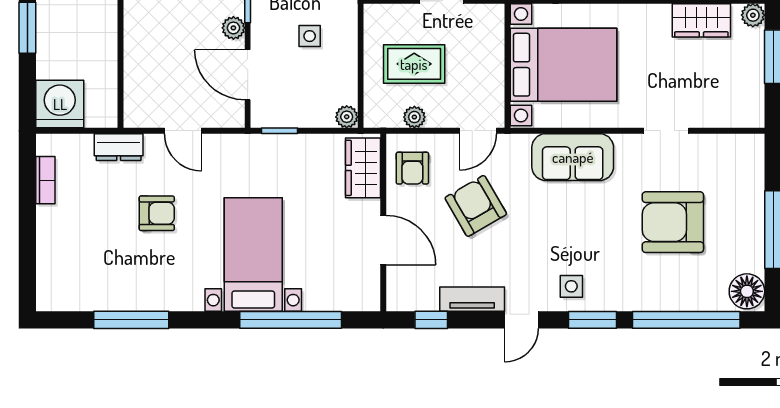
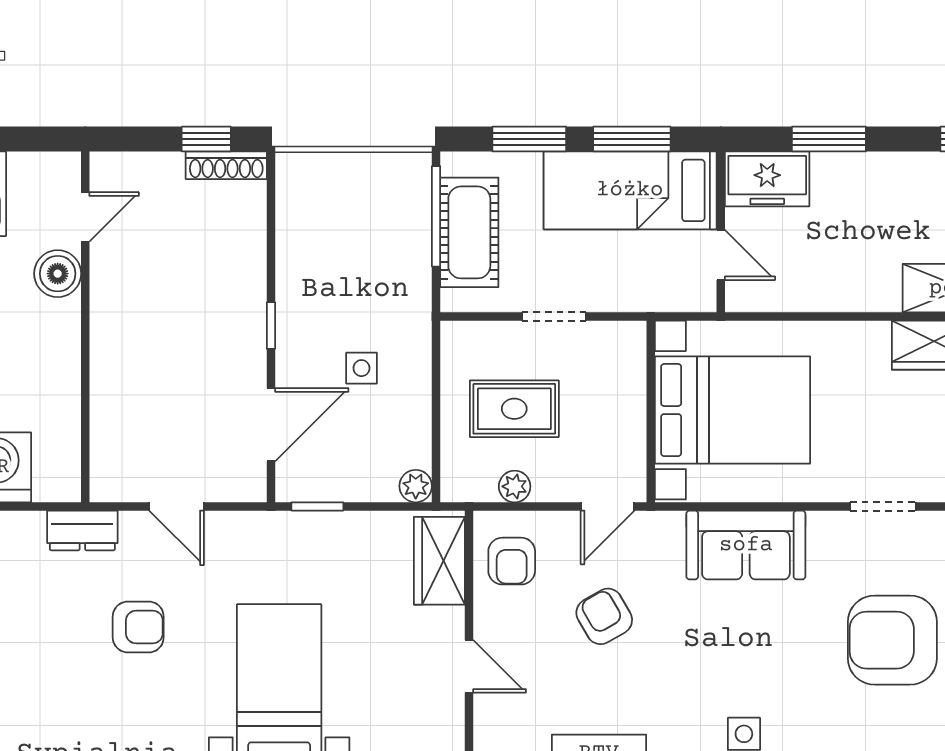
plant: (233, 28) -> (250, 356), removed
door: (248, 75) -> (271, 425), swing flipped
armchair: (476, 206) -> (604, 616), width x0.72, depth x0.72
door: (383, 240) -> (469, 666), width x0.73

